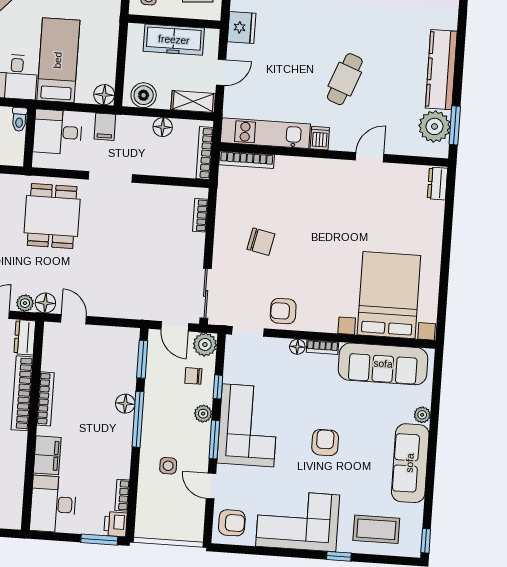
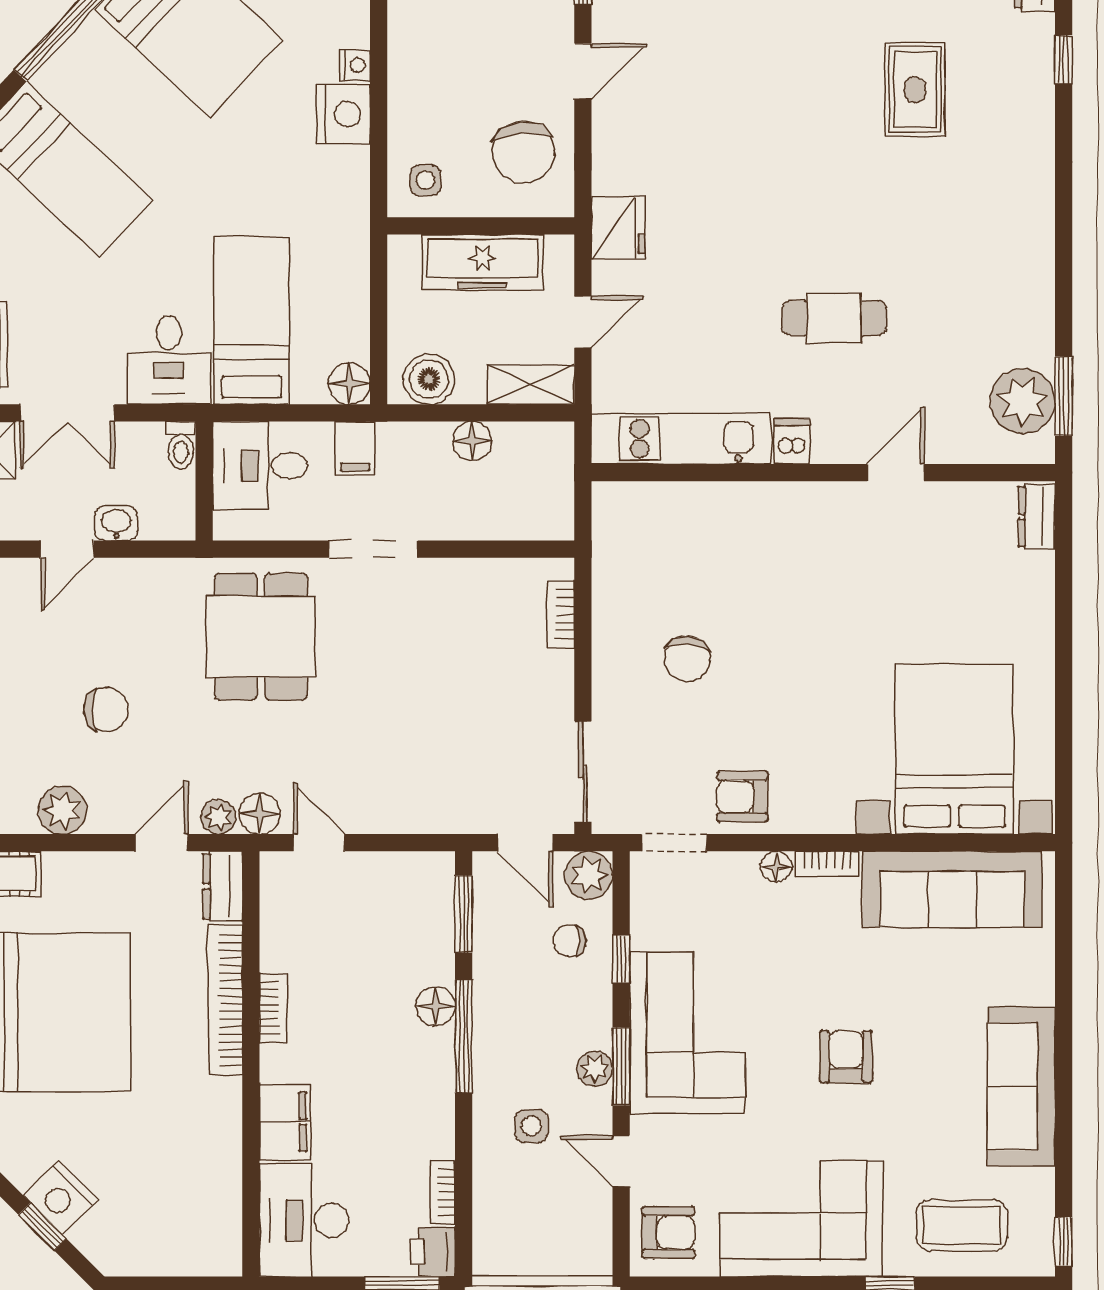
kitchen counter: (441, 70) -> (1028, 285), removed
cafe table: (345, 79) -> (834, 318), turned 69
bookcase: (205, 153) -> (561, 488), removed
bookcase: (247, 160) -> (647, 495), removed
chair: (261, 242) -> (687, 659), turned 81
bookcase: (45, 399) -> (273, 1008), width x0.64
plant: (203, 414) -> (595, 1069), moved
plant: (422, 415) -> (1038, 987), removed

